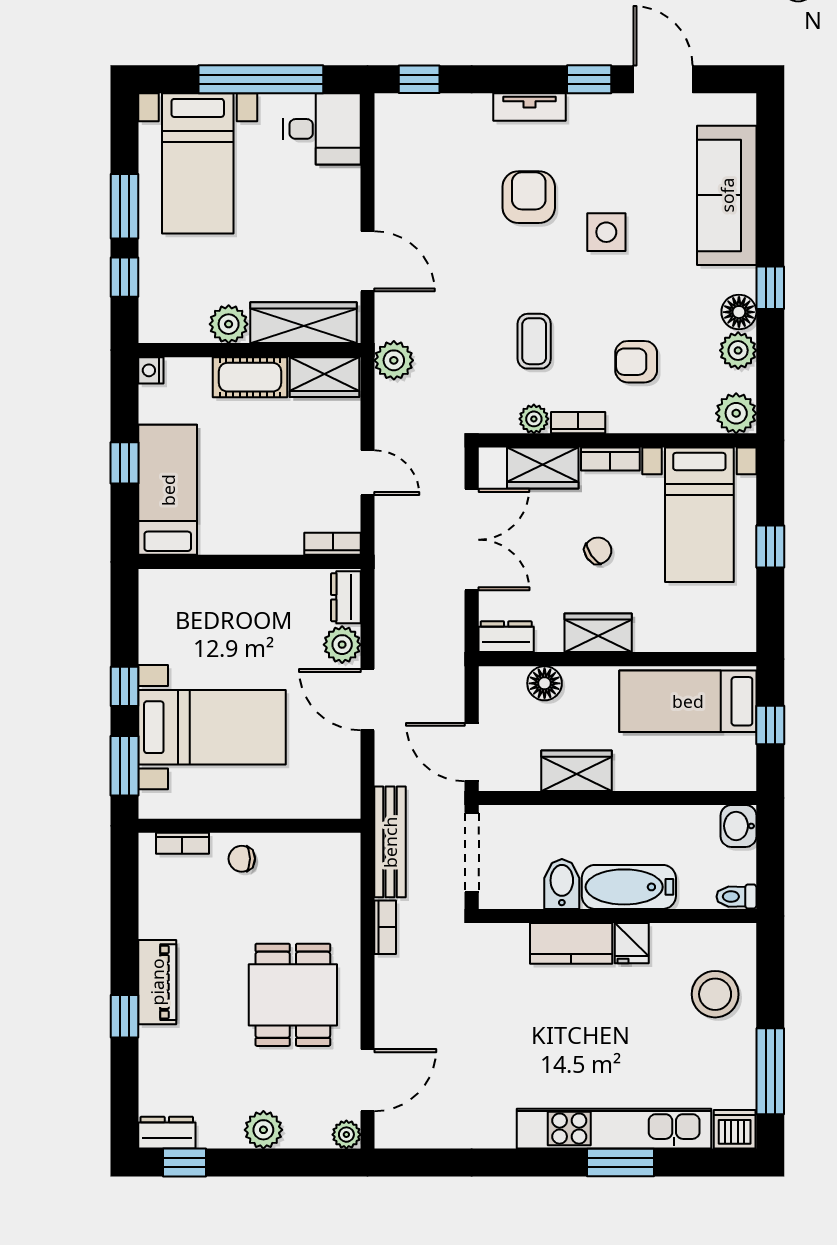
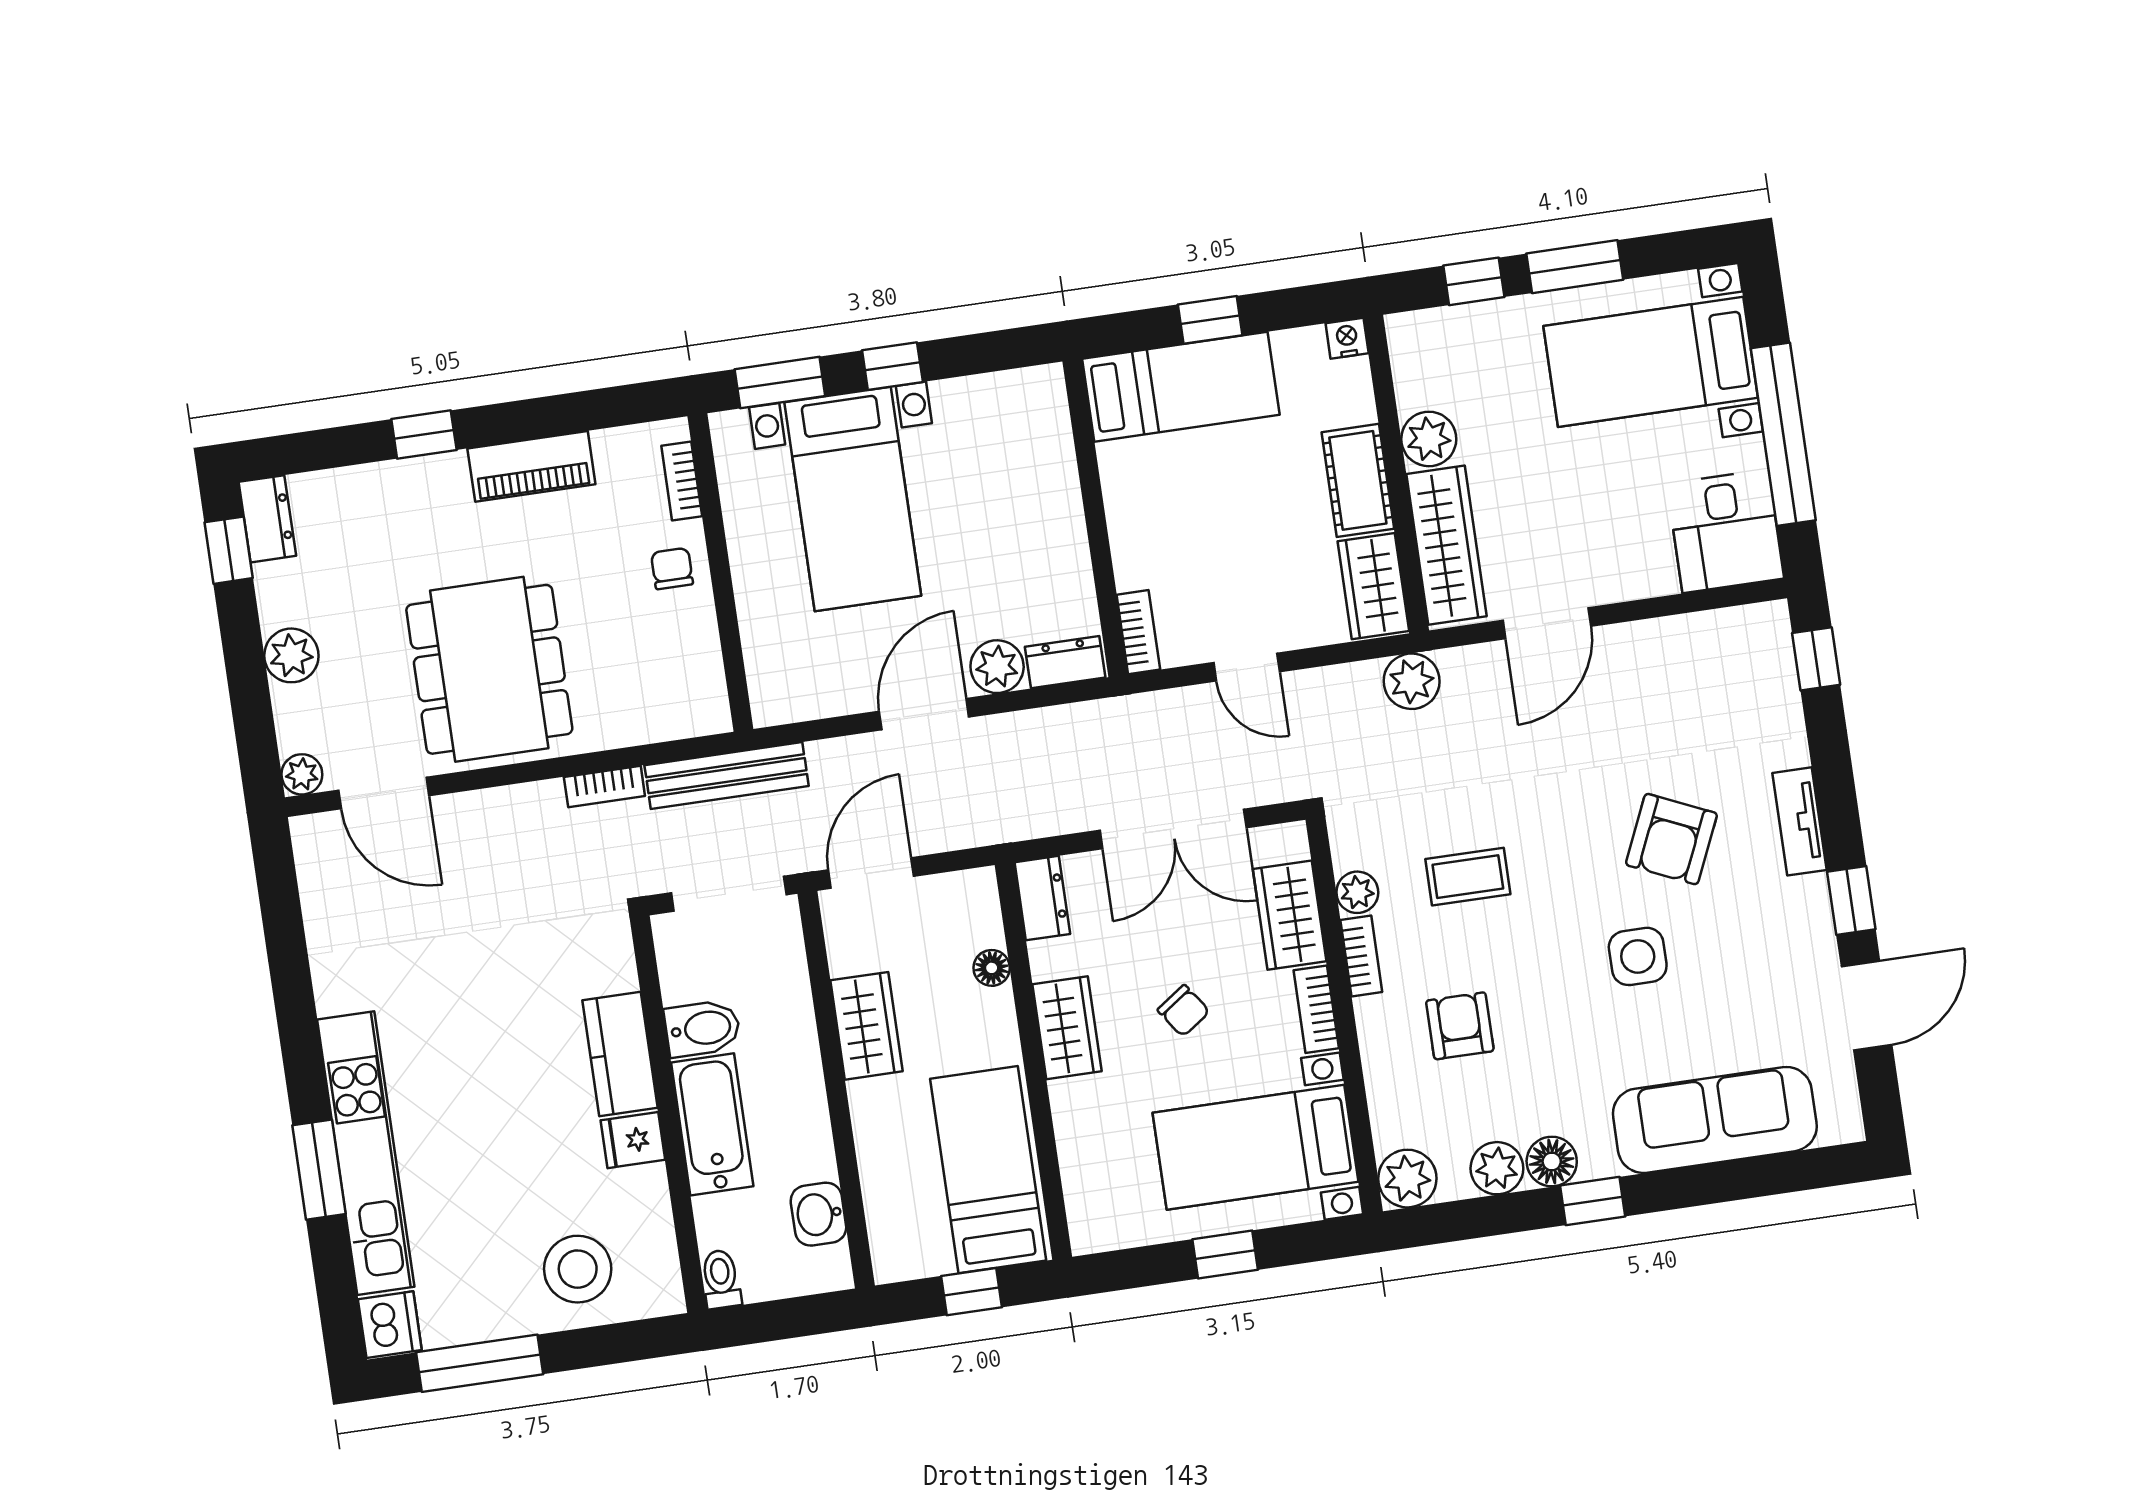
armchair: (529, 197) -> (1671, 839), turned 114
door: (367, 473) -> (1247, 667), hinge flipped
floor lamp: (545, 683) -> (992, 968), width x0.73, depth x0.73
washbasin: (739, 826) -> (818, 1214), moved, turned -90
piano: (157, 982) -> (531, 466), moved
dining table: (293, 995) -> (489, 669), width x1.37

